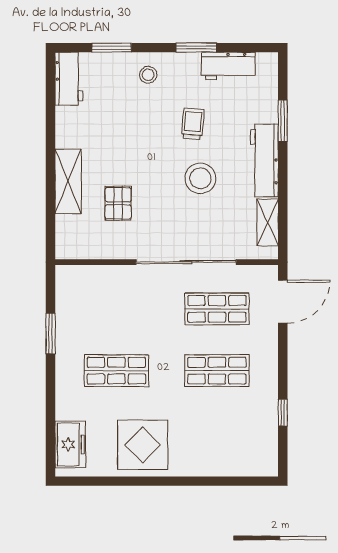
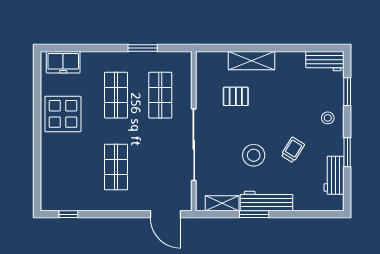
window: (283, 121) -> (254, 214), moved
trolley: (193, 124) -> (293, 150), turned -63
shop shelf: (217, 309) -> (160, 95), moved
window: (283, 413) -> (68, 214), moved

